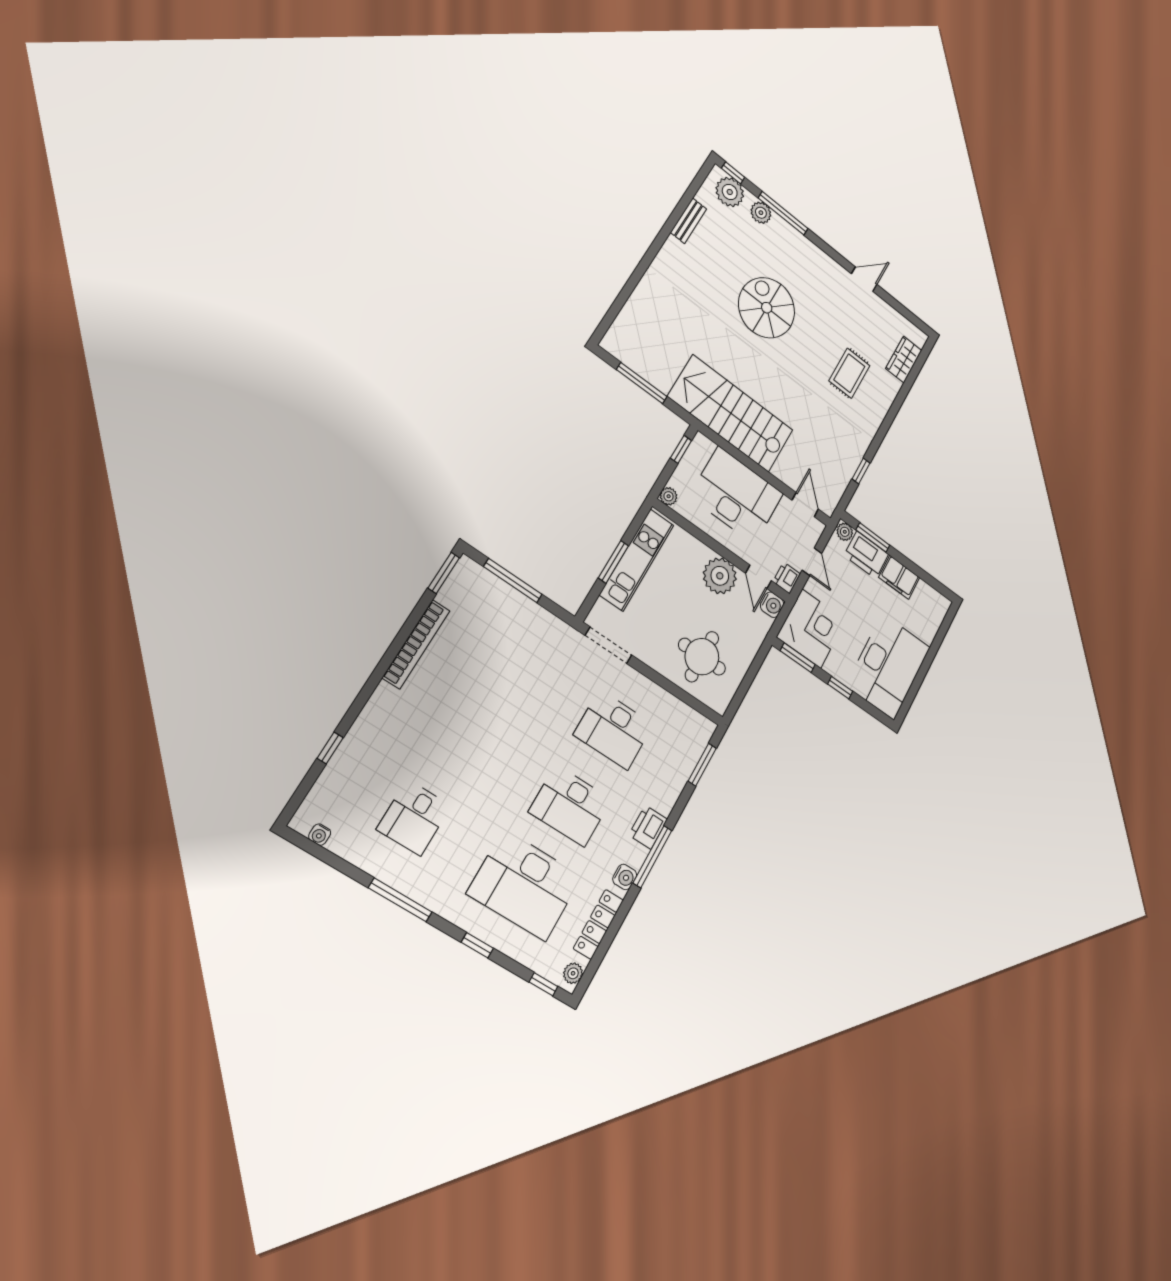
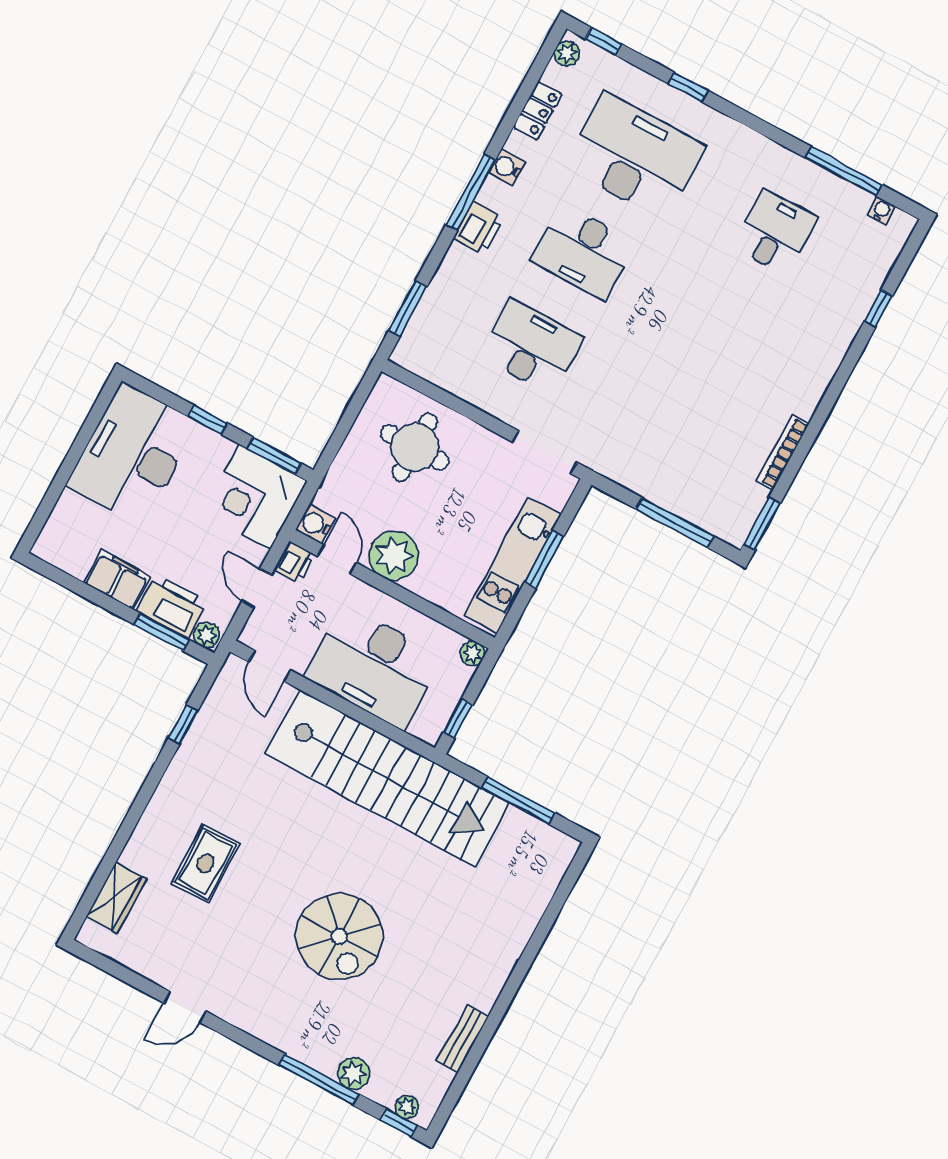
plant: (730, 192) -> (407, 1107), width x0.53, depth x0.53
stairs: (731, 413) -> (387, 778), width x1.36
bookcase: (416, 644) -> (783, 453), width x0.68, depth x0.76
desk: (570, 806) -> (583, 252), turned 180
window: (400, 900) -> (844, 171), moved
locker: (599, 924) -> (538, 111), width x0.66

